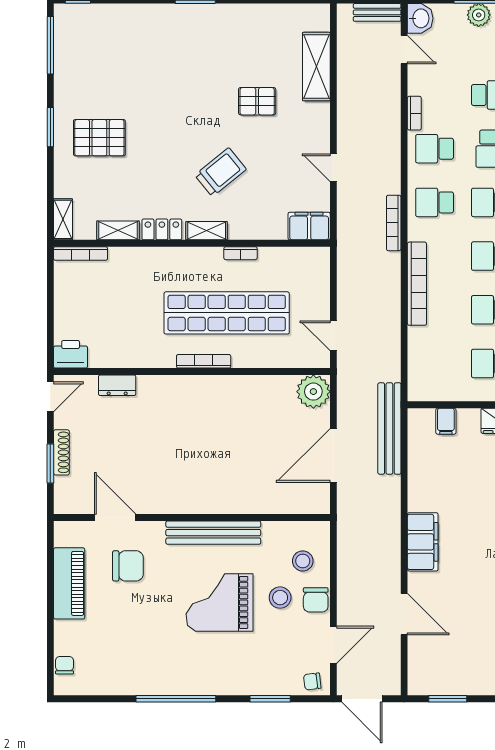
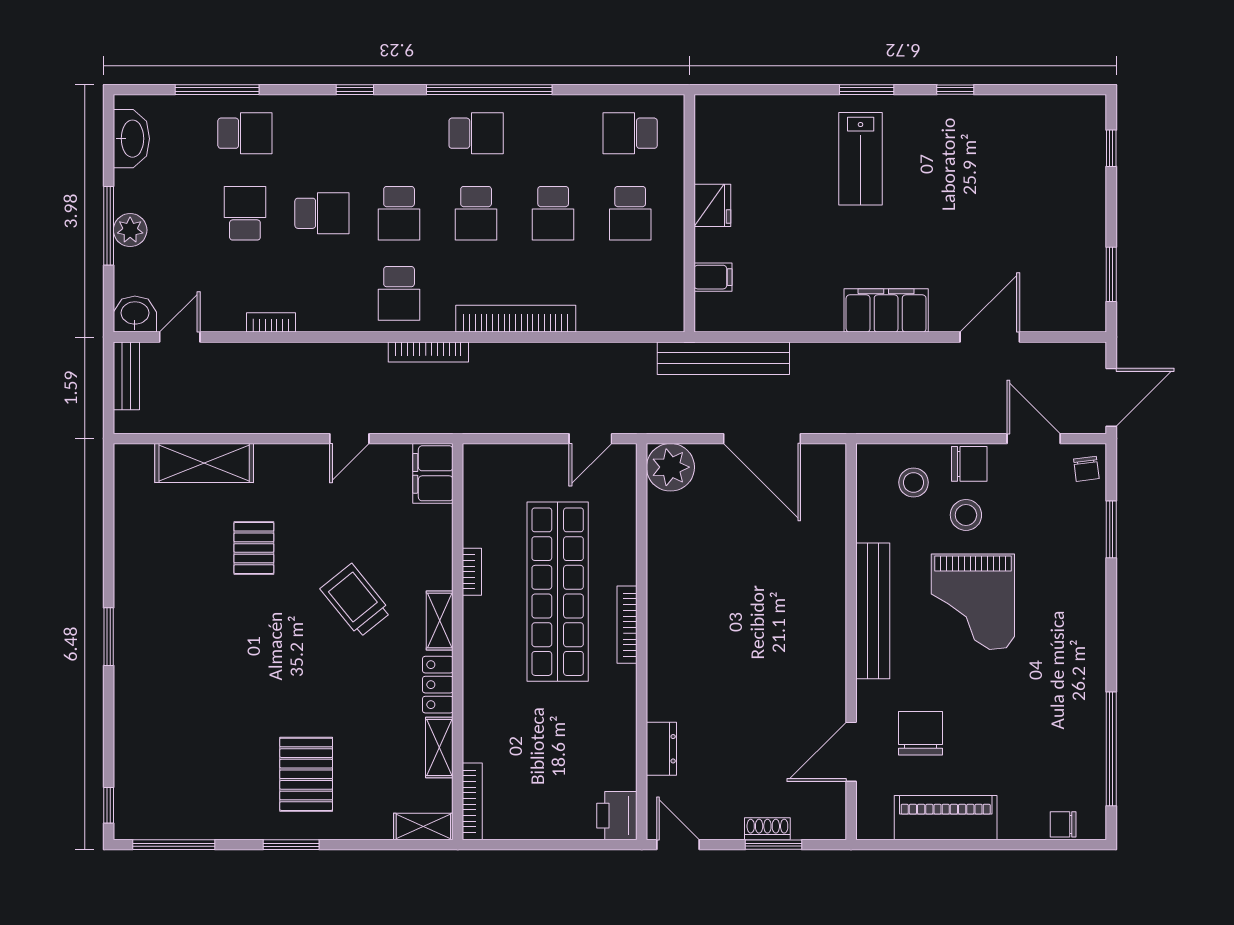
school desk: (435, 149) -> (322, 293), removed
shoe rack: (61, 452) -> (767, 829), width x0.70
window: (176, 699) -> (1111, 749), moved

